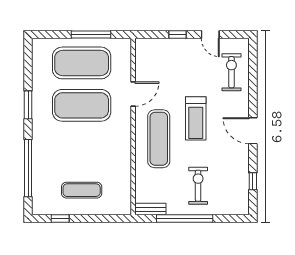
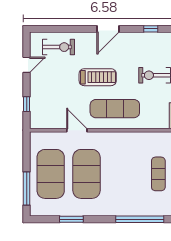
window: (91, 35) -> (27, 189), moved
window: (177, 35) -> (27, 104), moved
exercise bike: (231, 72) -> (58, 47), turned 180
window: (28, 105) -> (71, 219), moved

